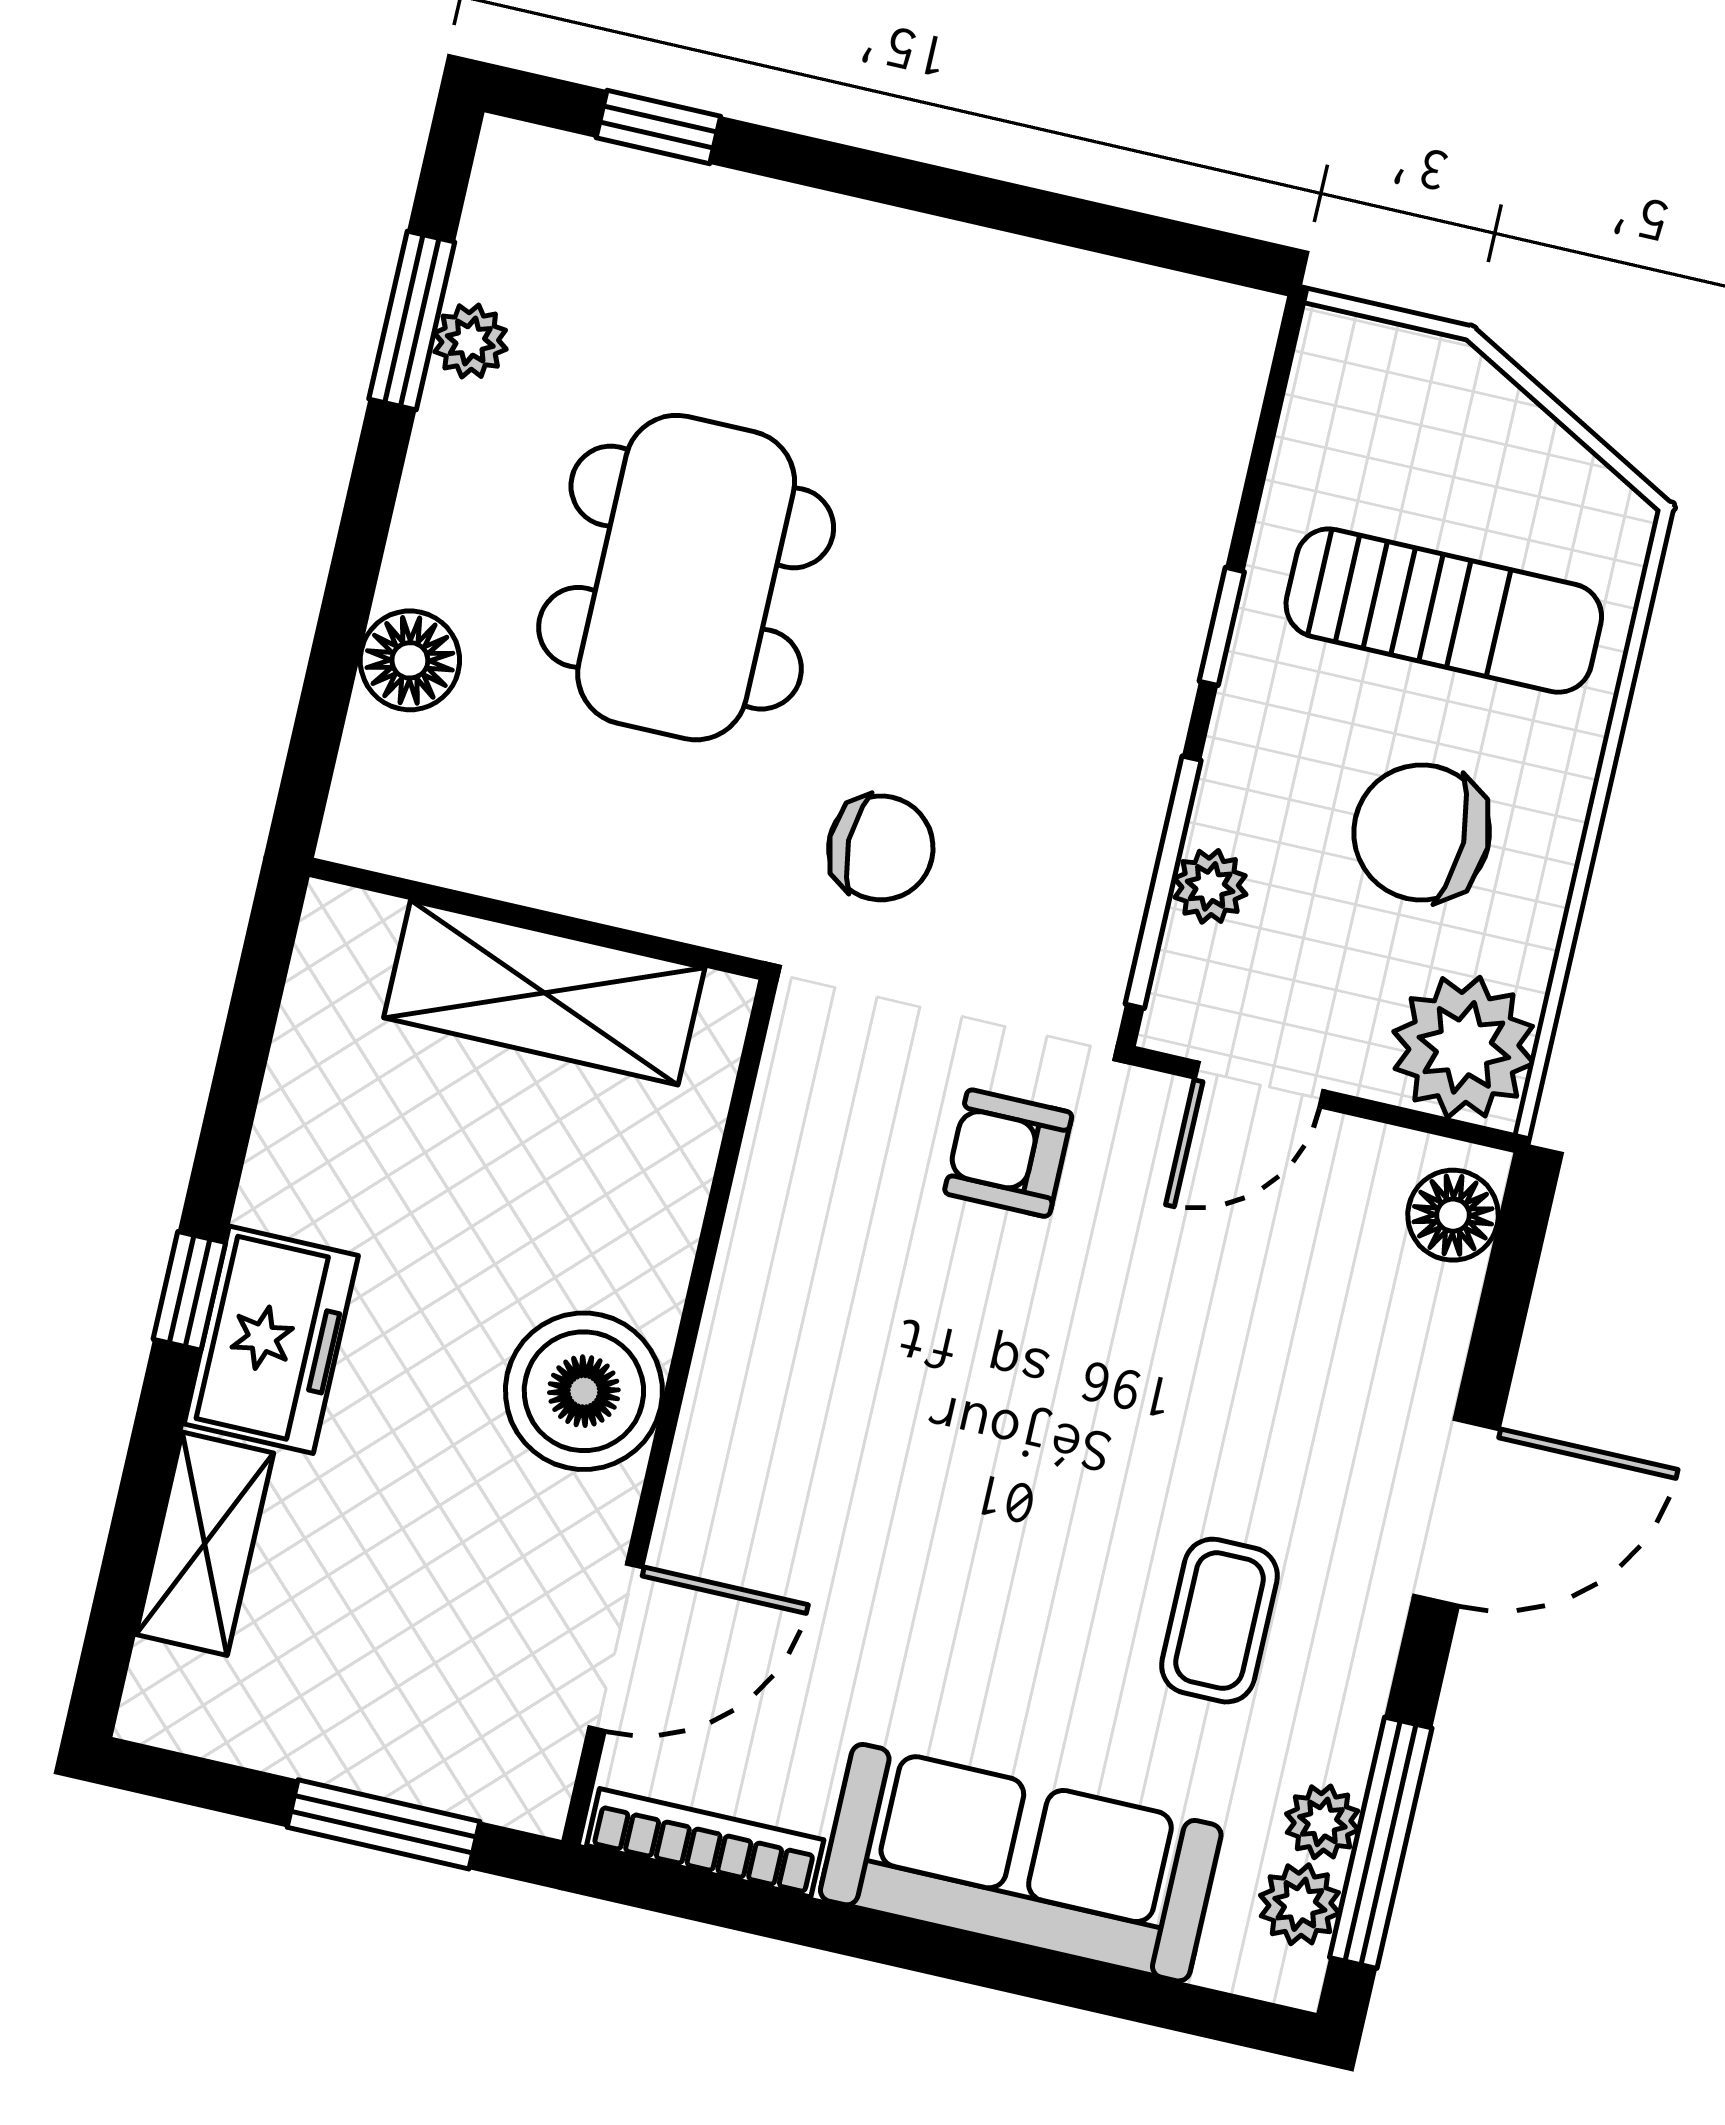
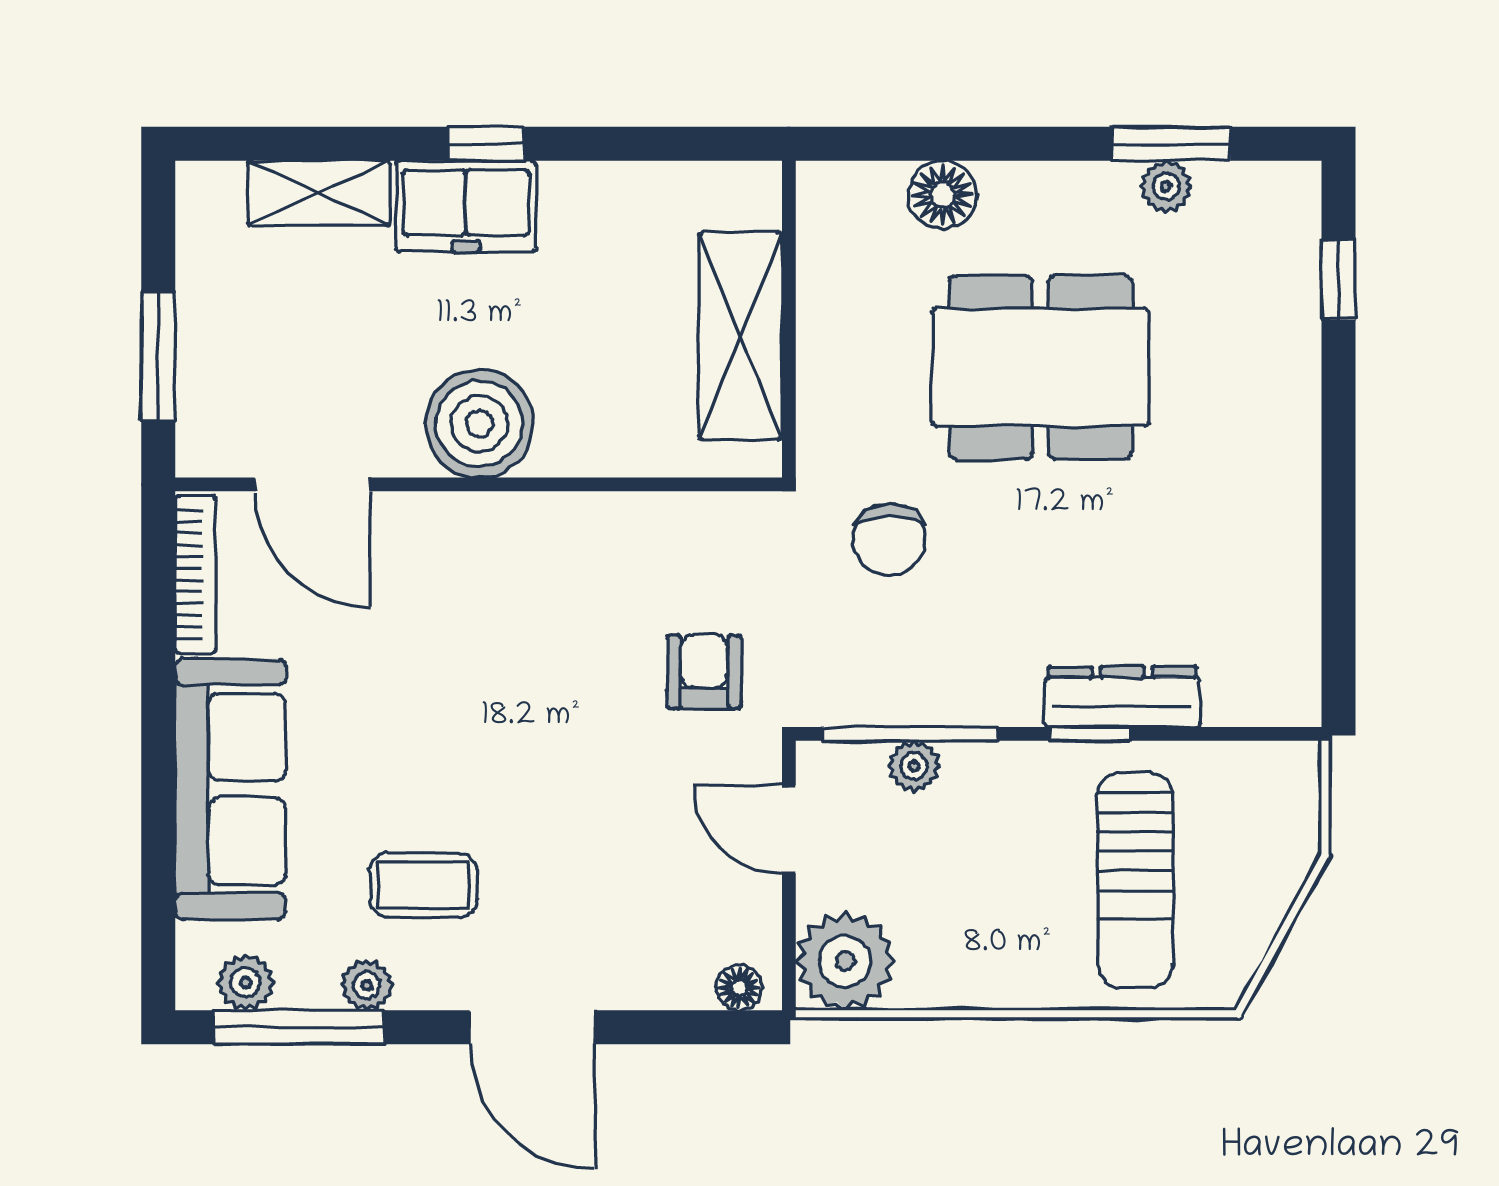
dresser: (1180, 569) -> (1122, 697), added
chair: (1422, 833) -> (983, 900), removed
floor lamp: (1453, 1215) -> (739, 988), width x0.73, depth x0.73
plant: (1322, 1822) -> (367, 985), moved

